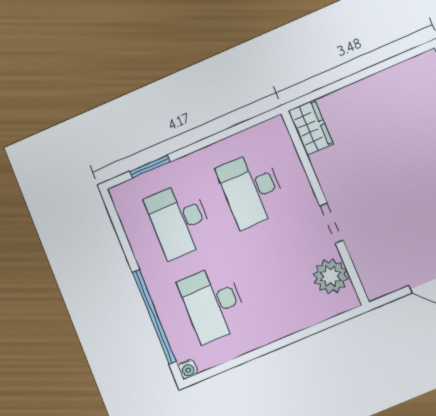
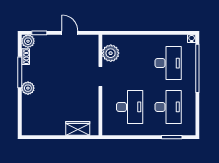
wardrobe: (311, 127) -> (78, 128), moved, turned 90

